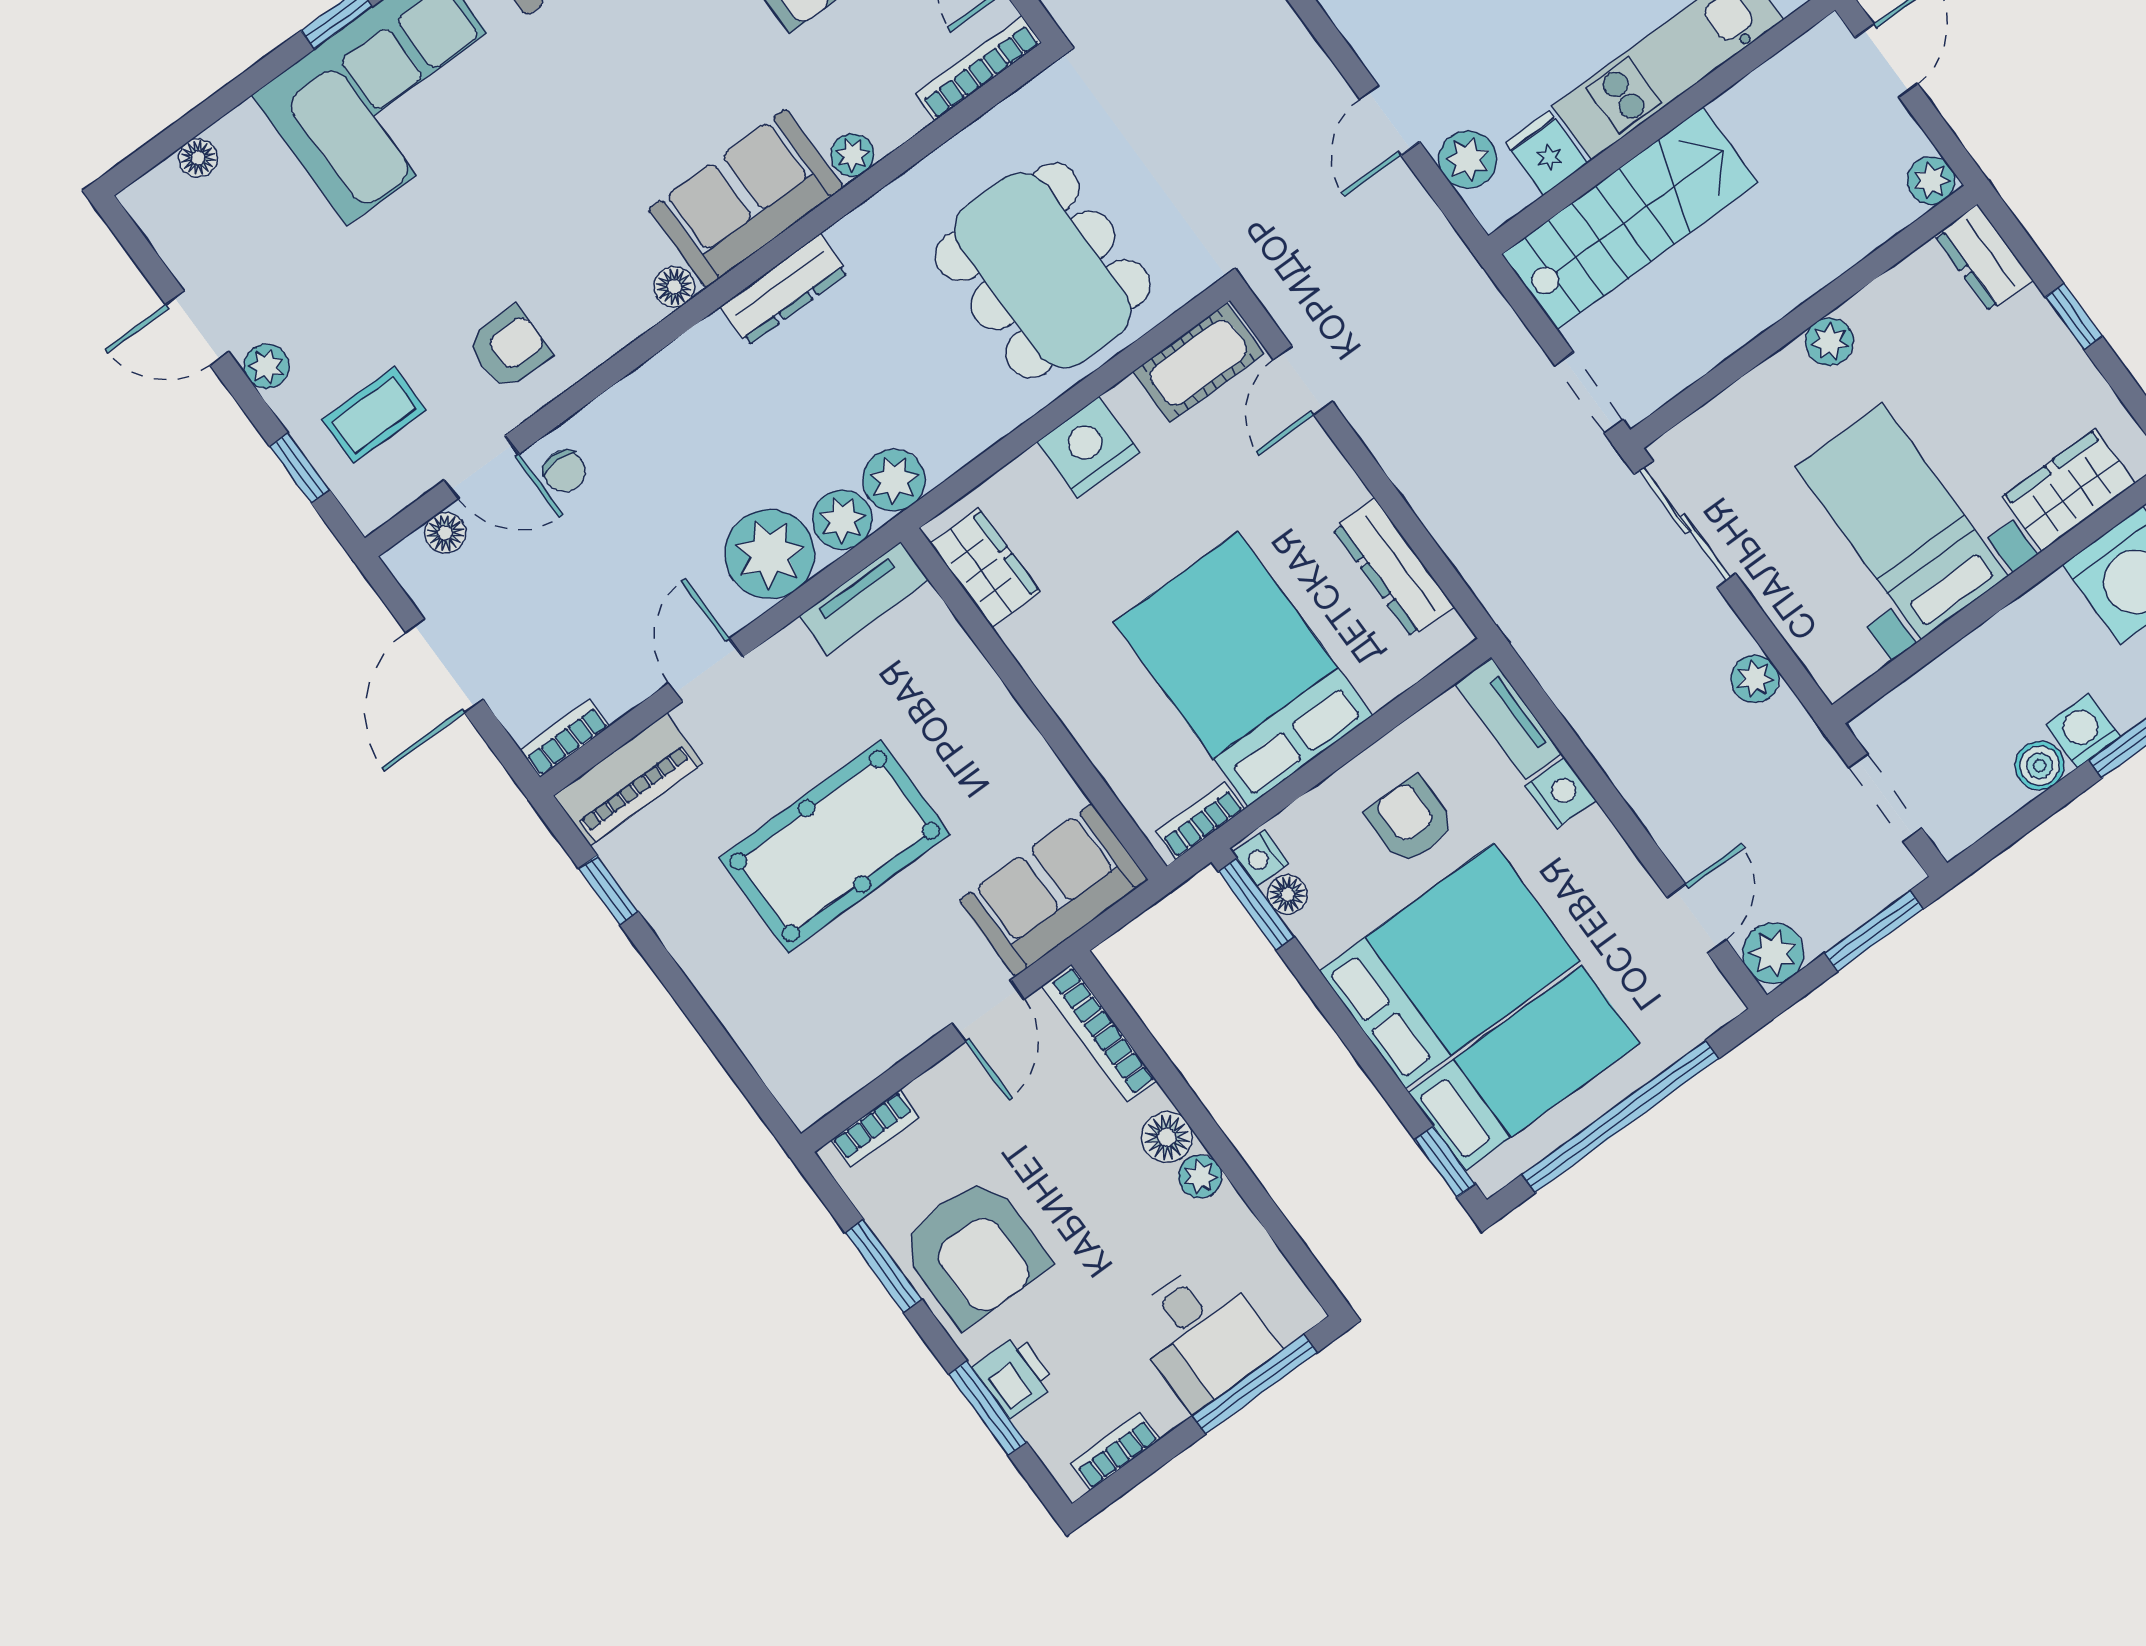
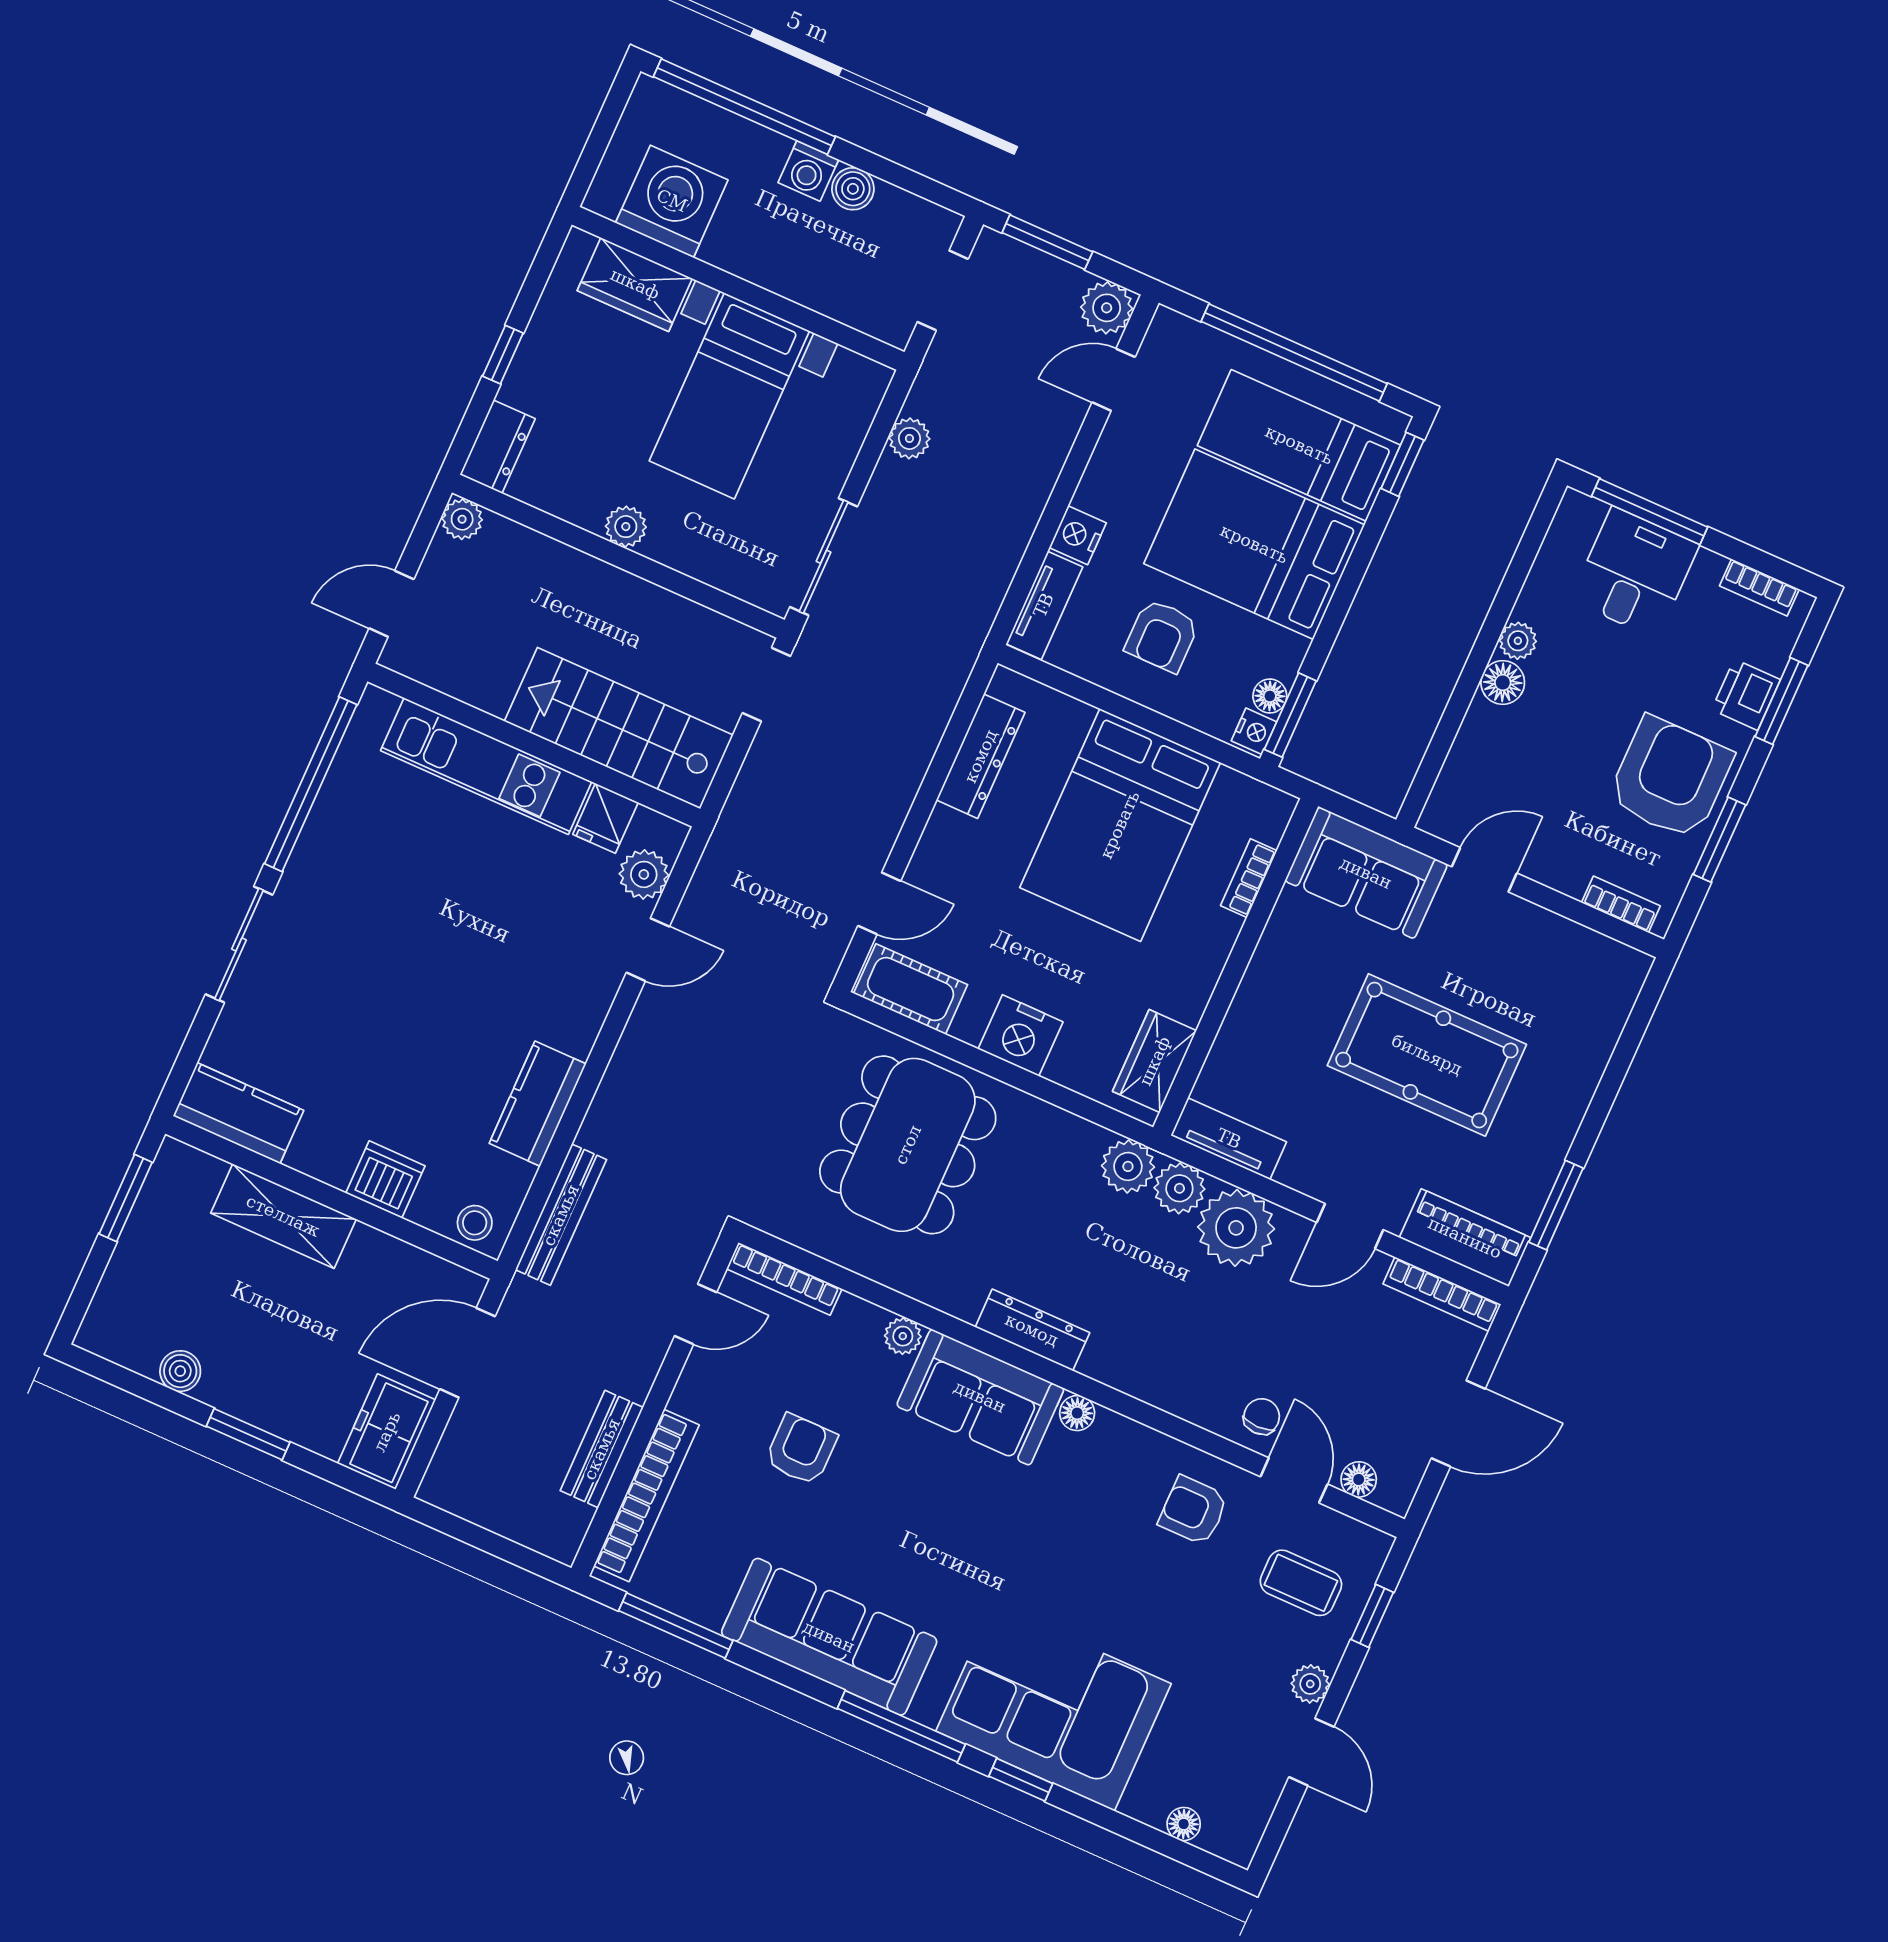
bookcase: (565, 738) -> (1442, 1294), width x1.56
bookcase: (1200, 821) -> (1249, 878), moved, turned 90
window: (609, 890) -> (1556, 1205), width x1.50
bookcase: (1099, 1033) -> (1454, 777), removed

